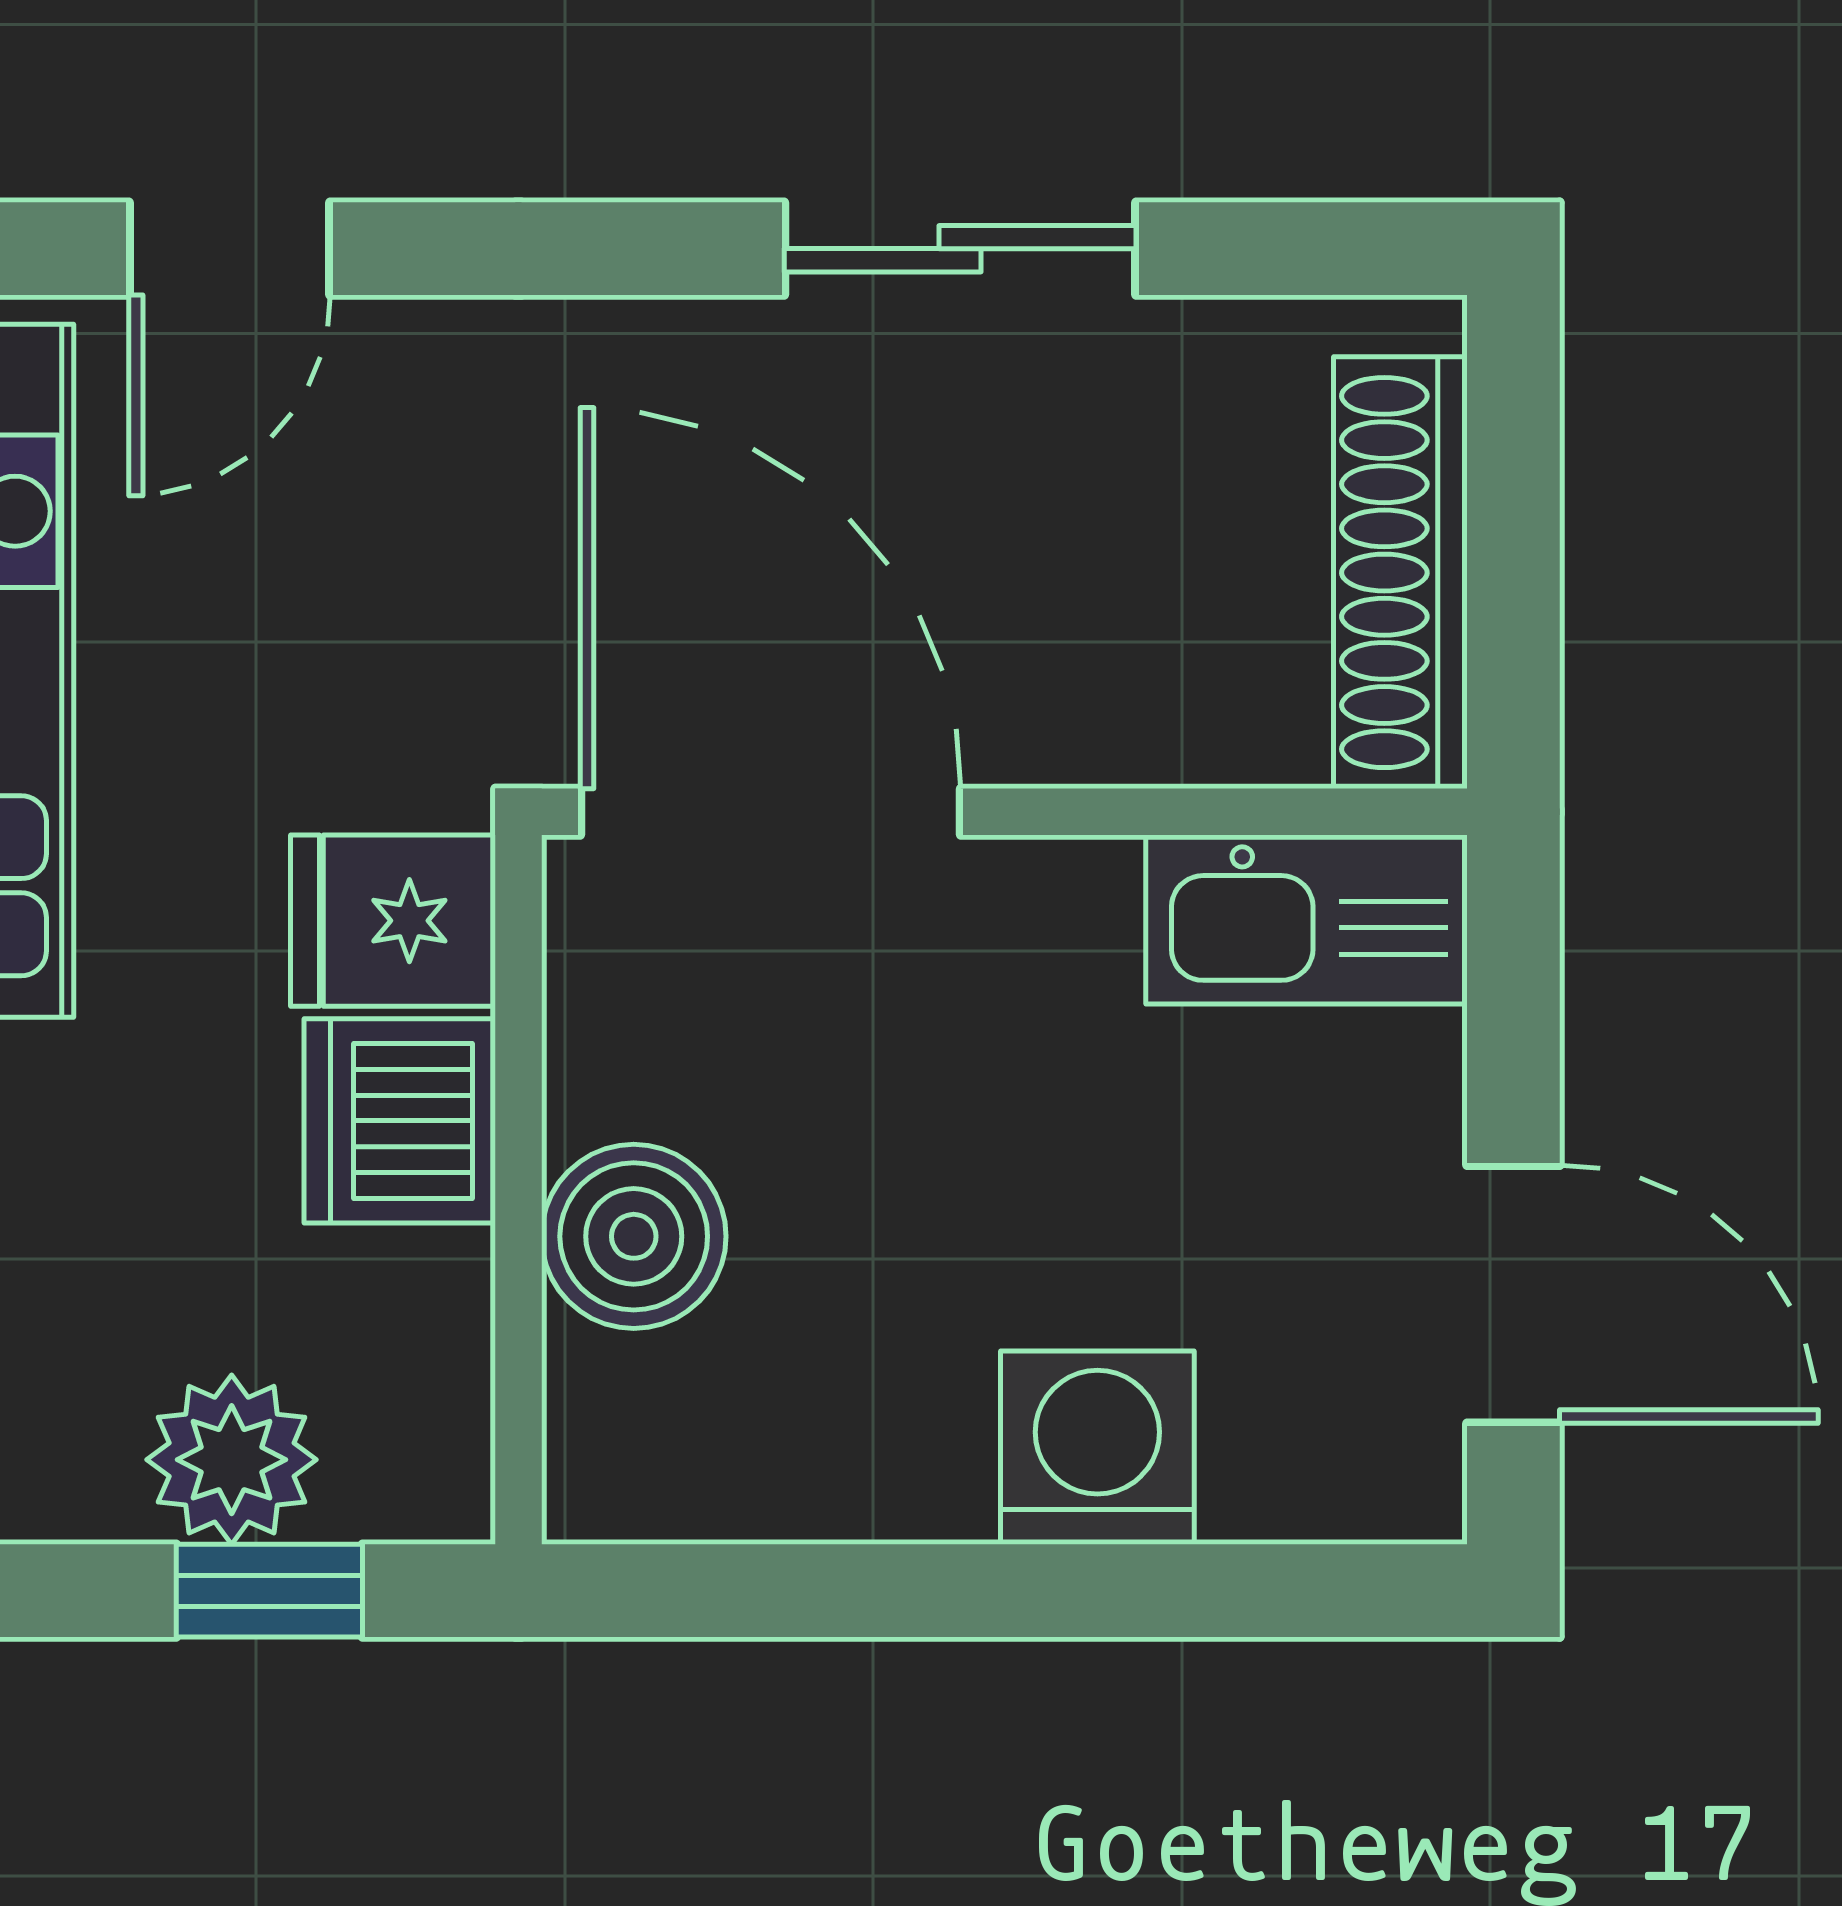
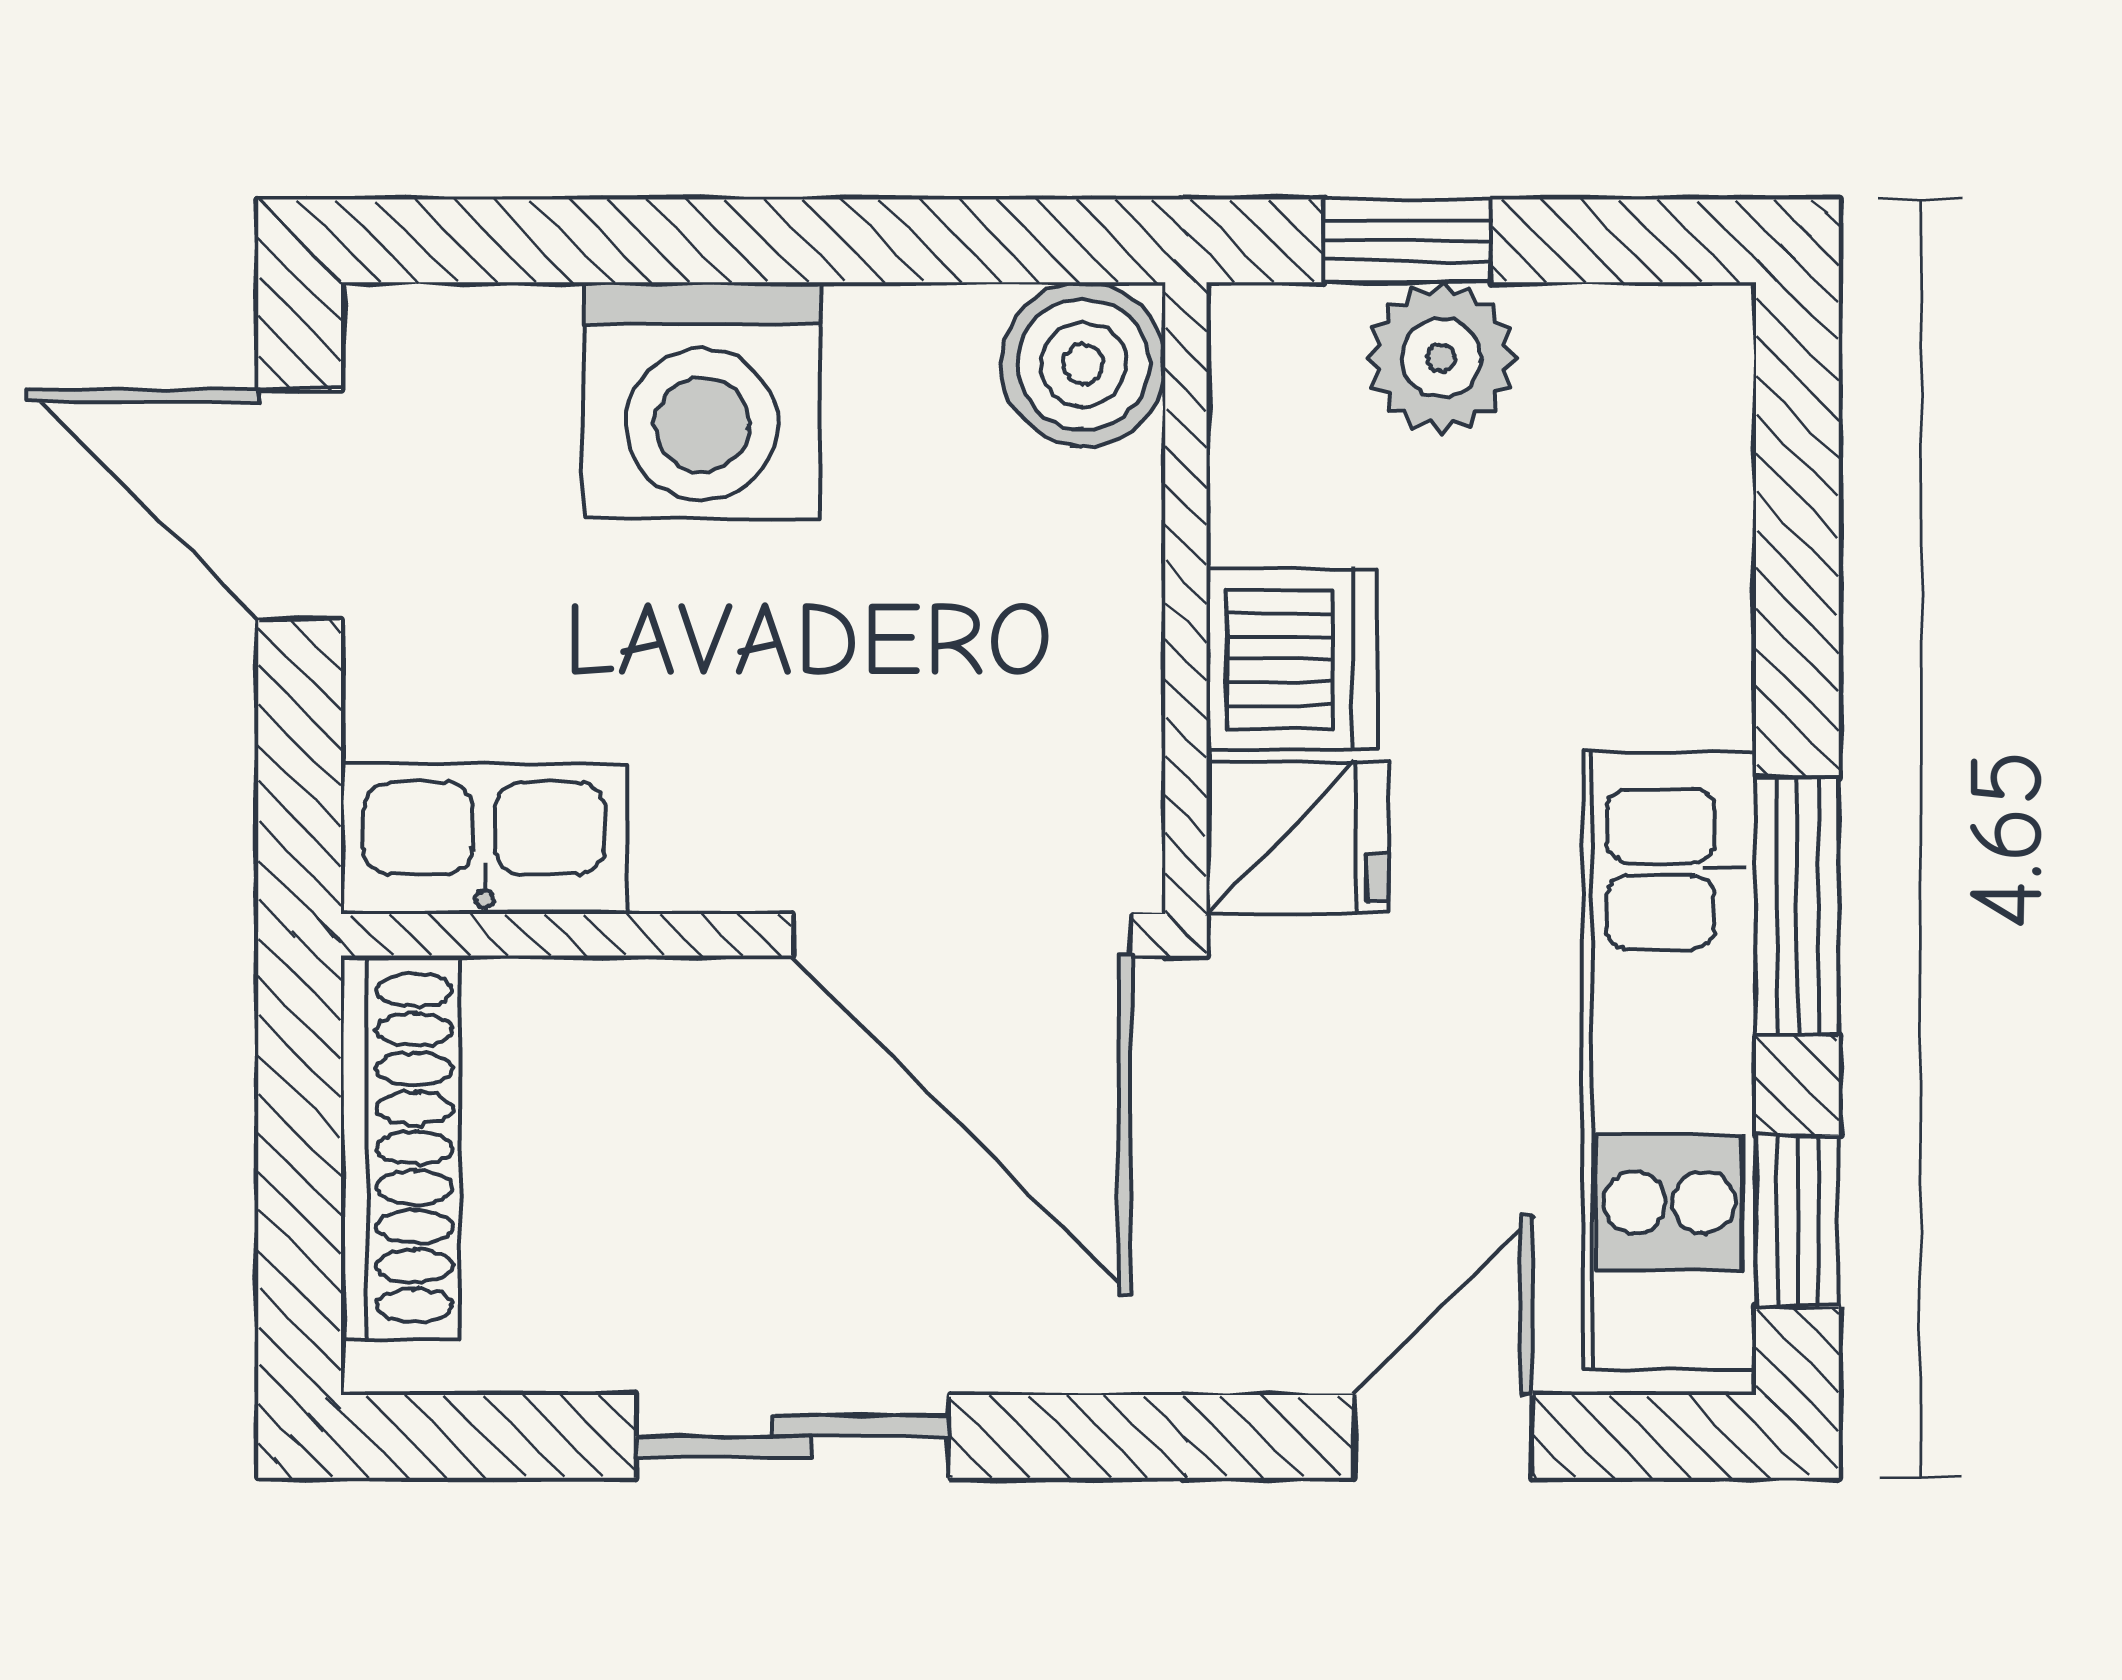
boiler: (634, 1236) -> (1083, 364), moved
washing machine: (1097, 1448) -> (702, 400), width x1.37, depth x1.37

